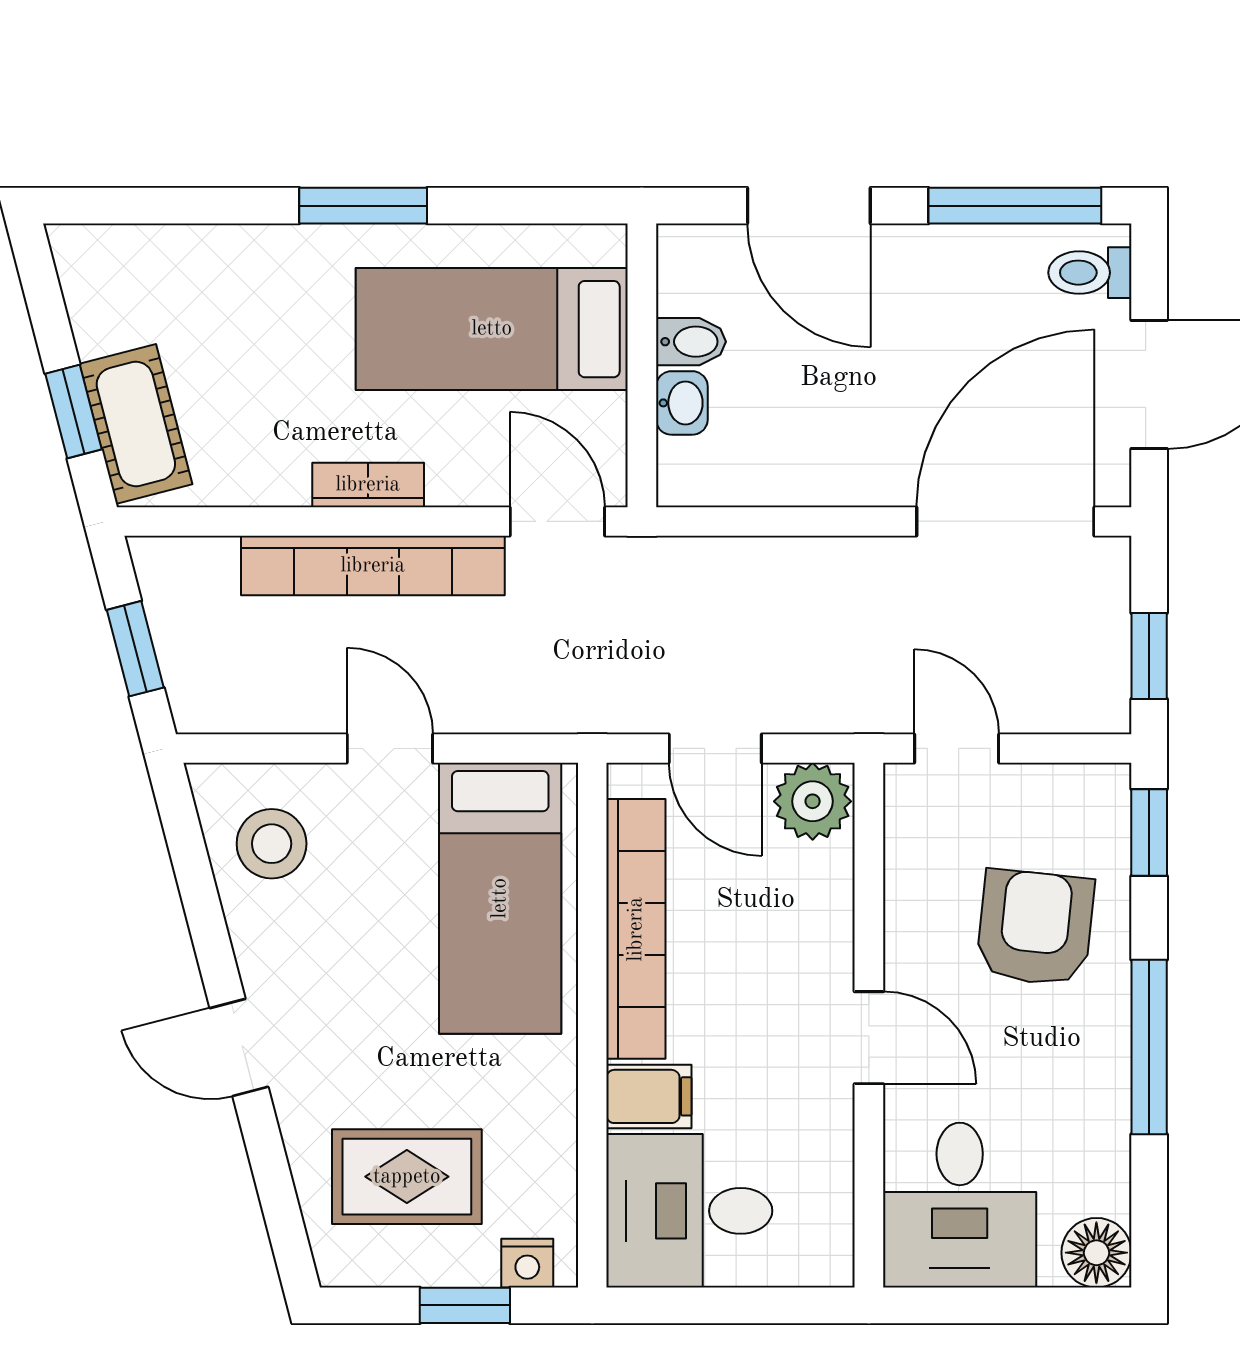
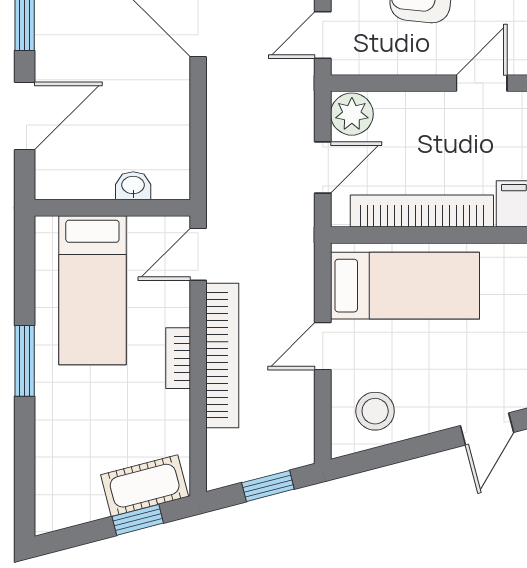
bidet: (691, 342) -> (99, 181), removed

